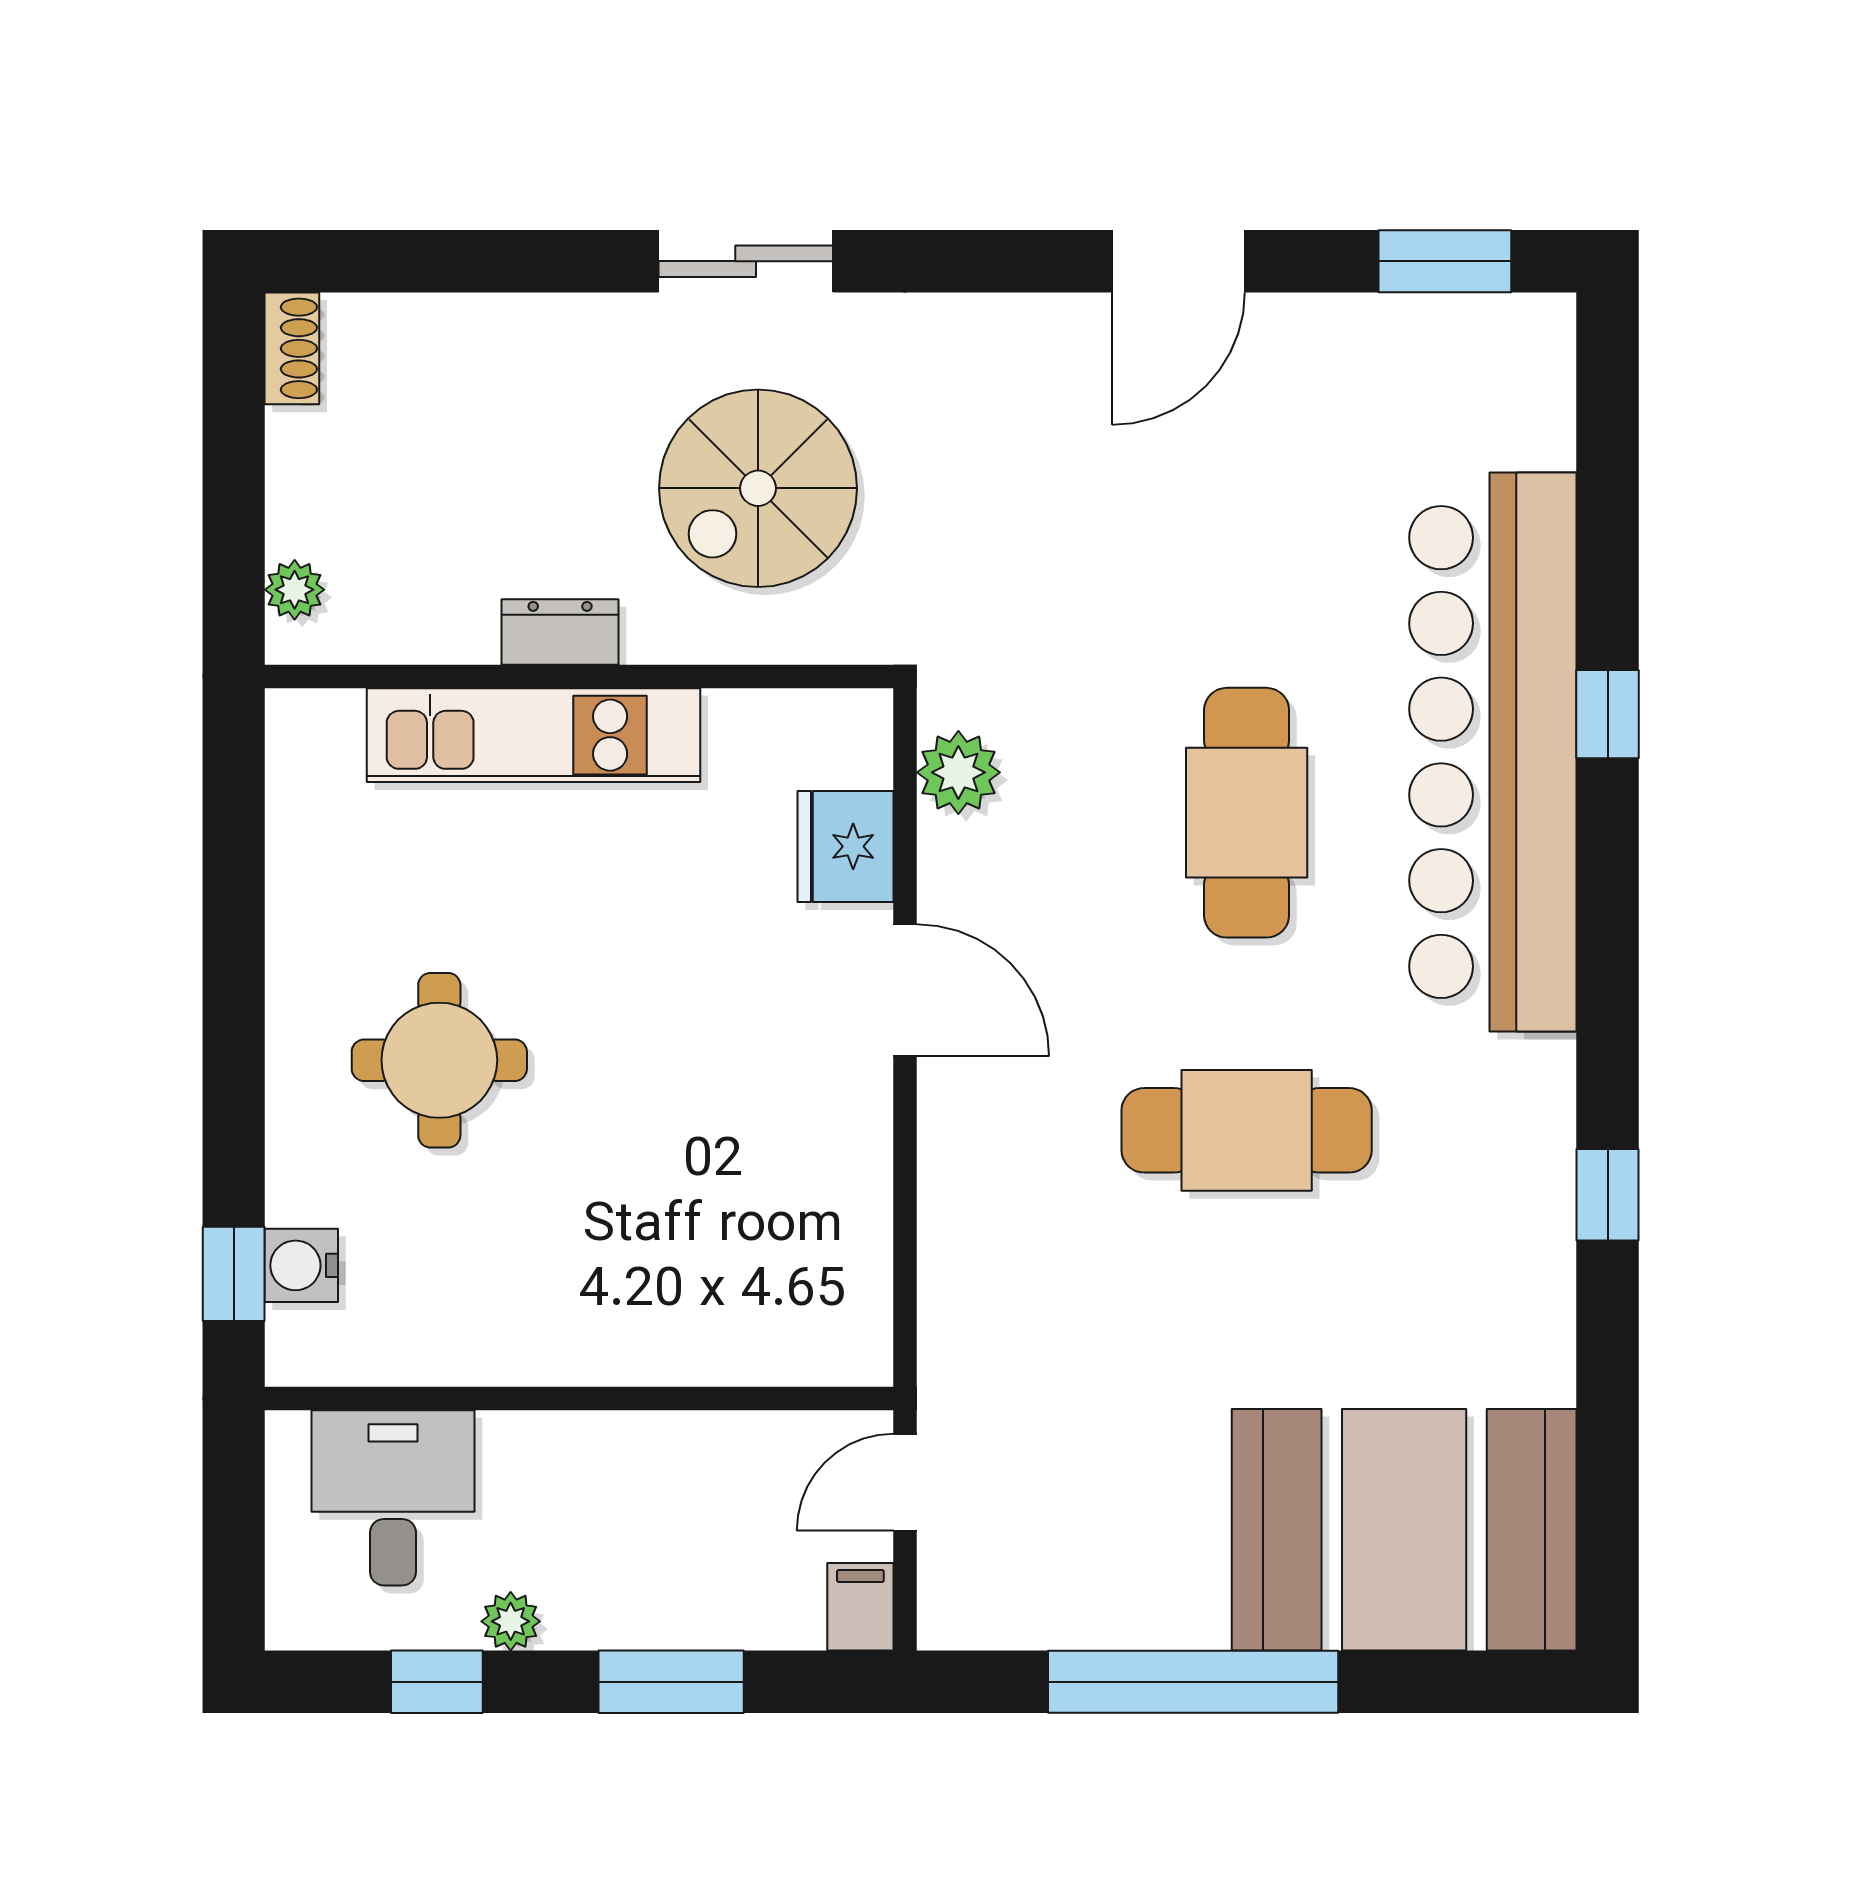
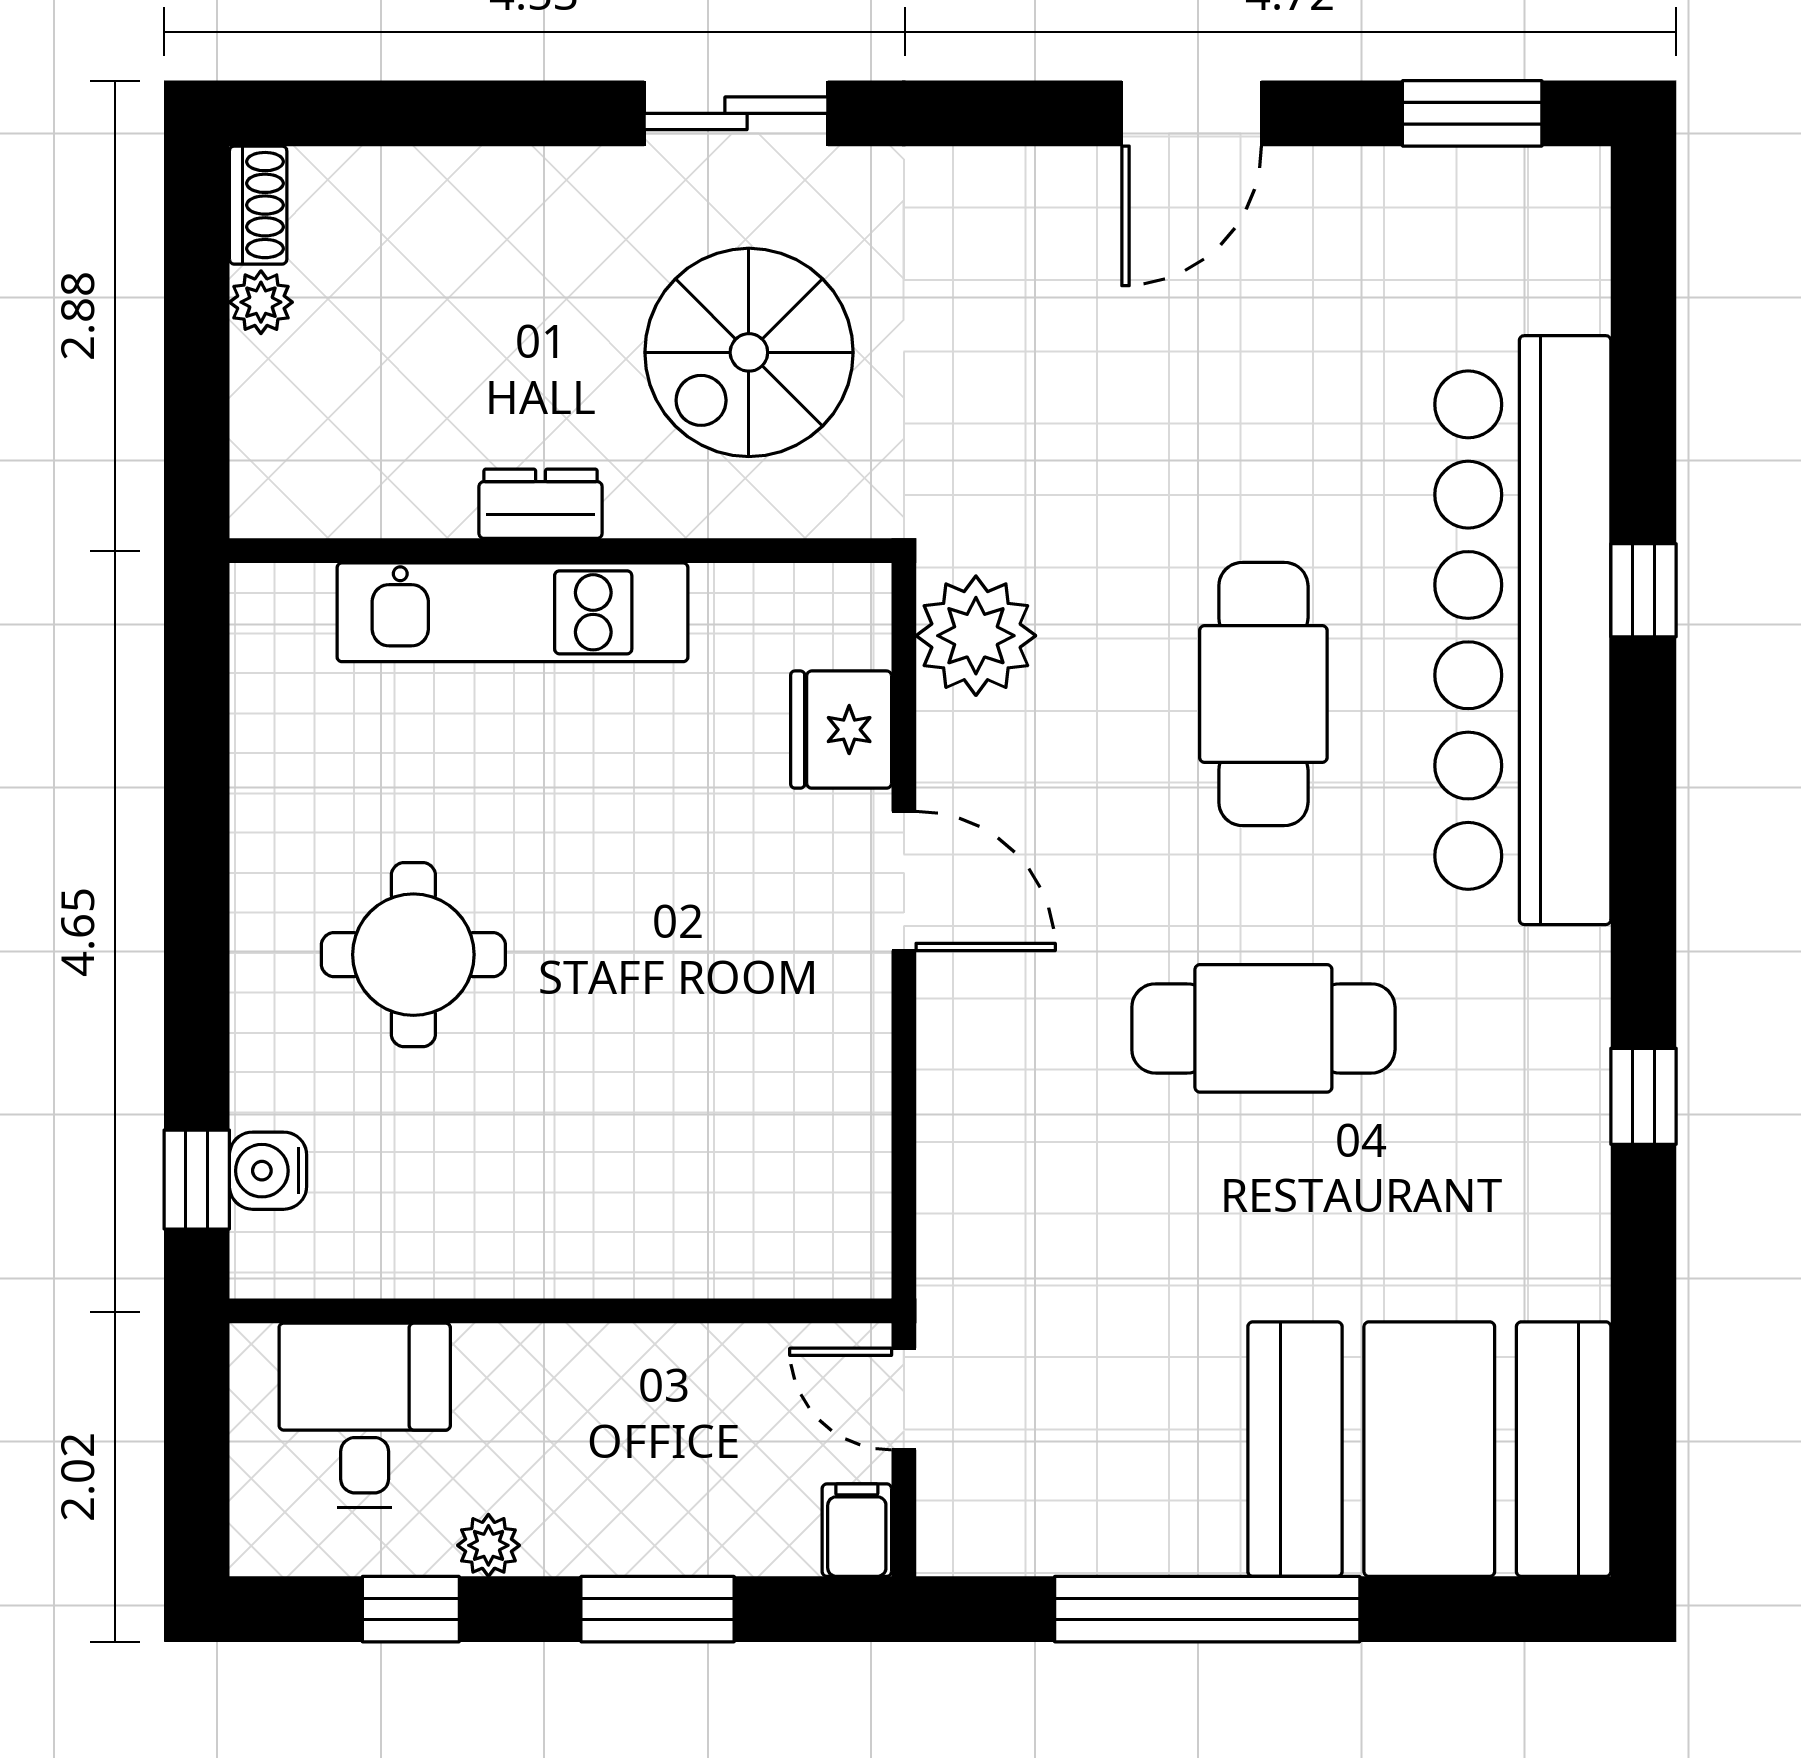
plant: (295, 590) -> (261, 302), moved
plant: (958, 772) -> (976, 636), width x1.36, depth x1.36
door: (905, 1482) -> (904, 1399), hinge flipped

